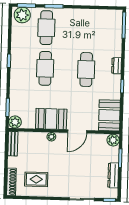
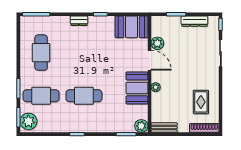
cafe table: (86, 69) -> (41, 53), moved, turned 90
plant: (113, 140) -> (157, 43), moved

